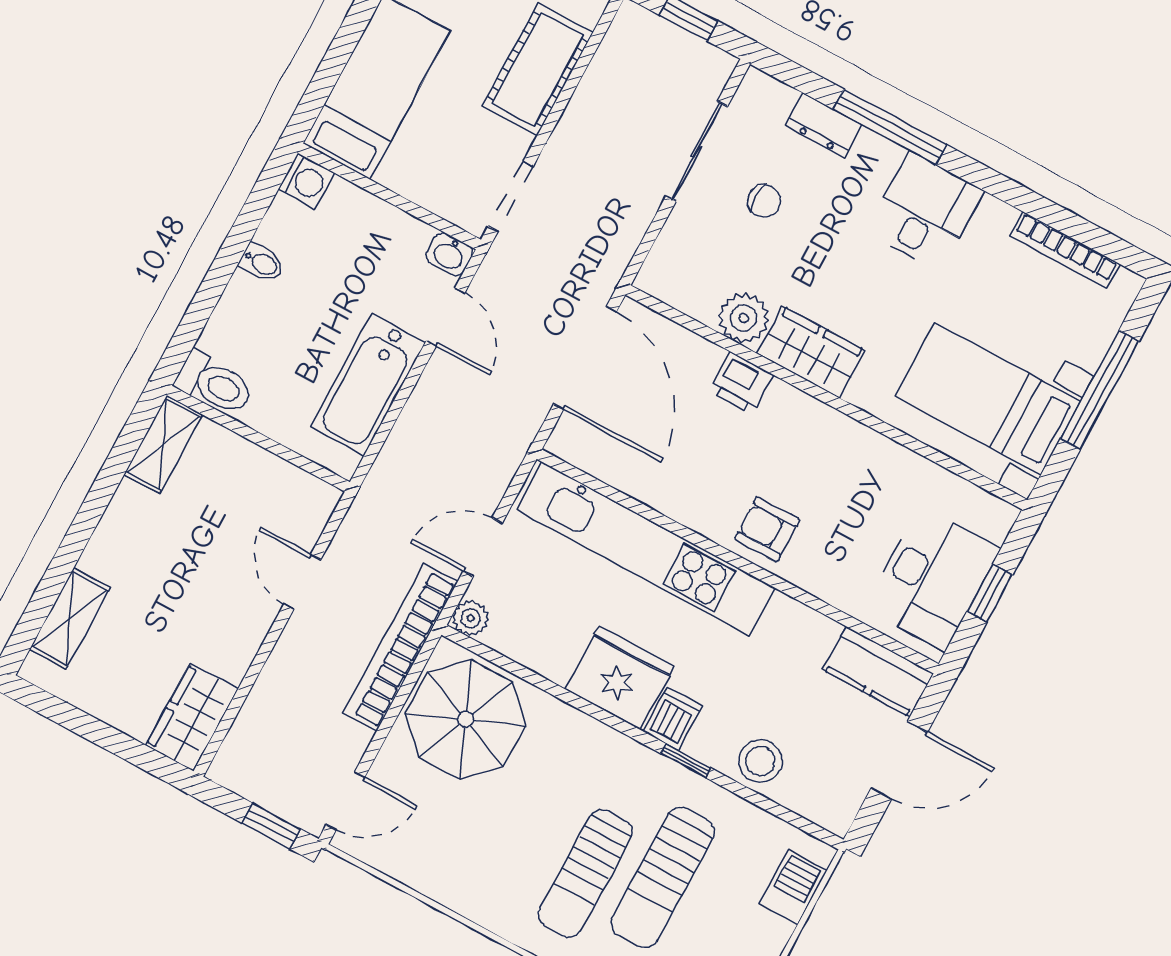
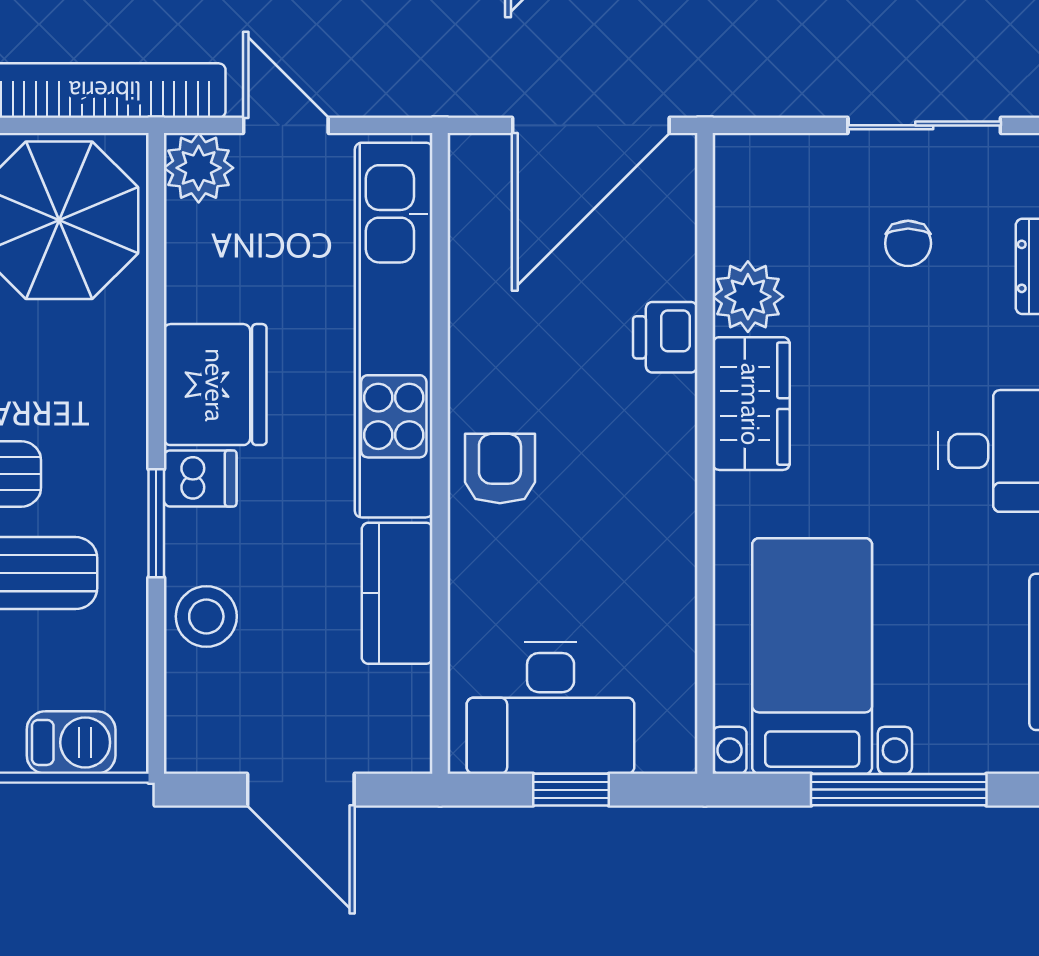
plant: (471, 618) -> (199, 168), width x1.38, depth x1.38
kitchen counter: (878, 672) -> (397, 593), moved
window: (686, 761) -> (156, 523), width x1.50

